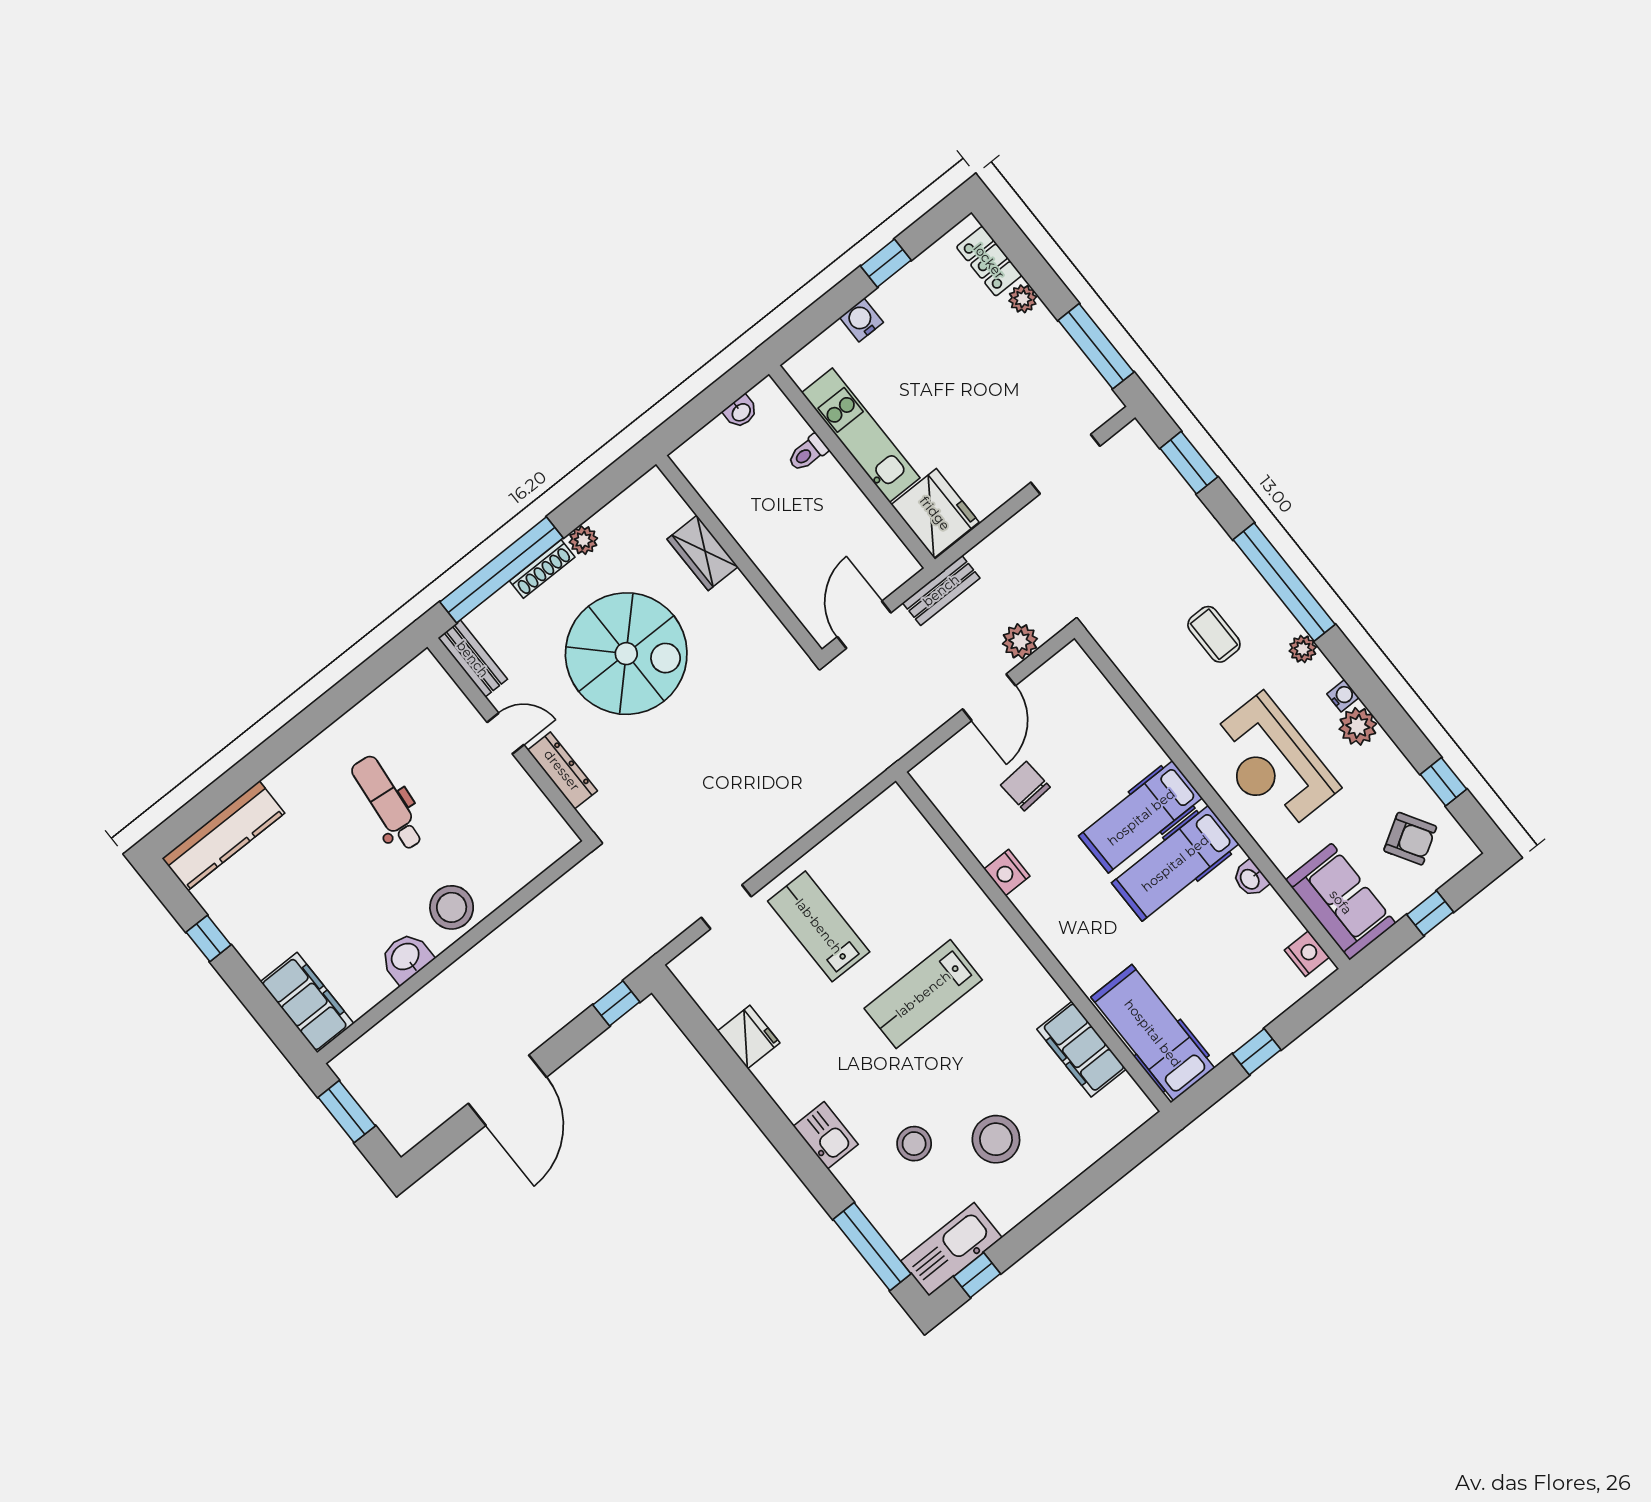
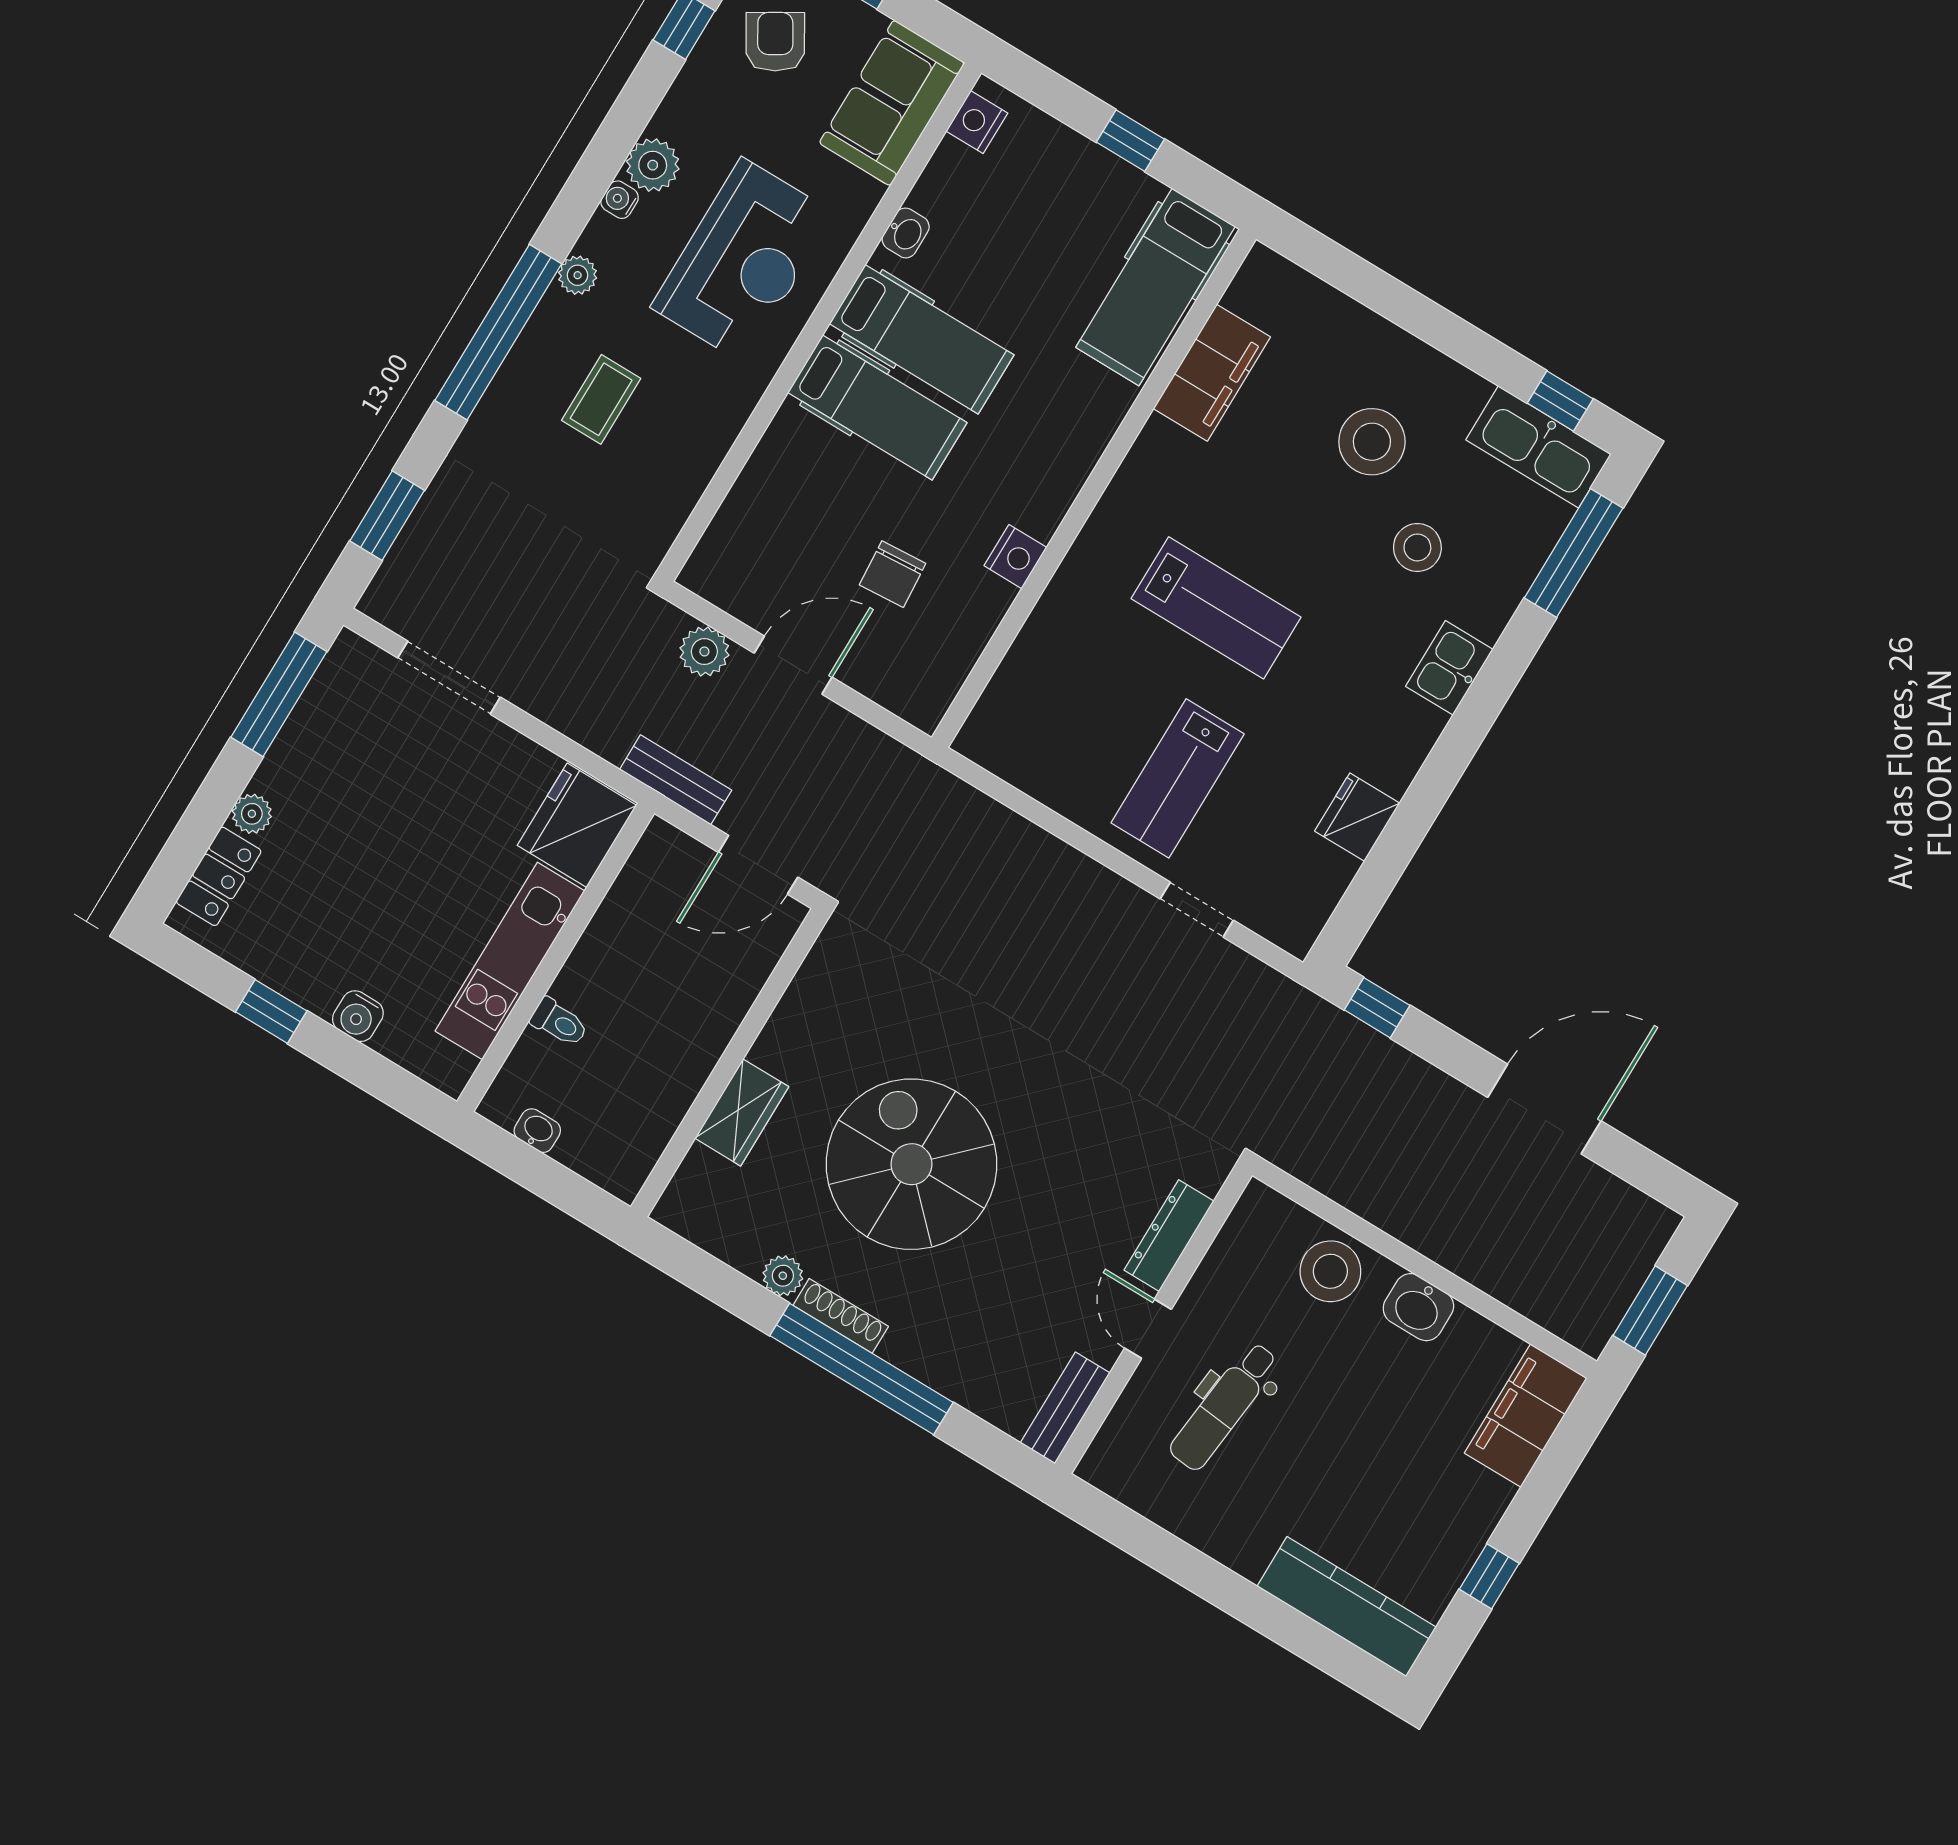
bench: (473, 659) -> (1065, 1408), moved
door: (505, 733) -> (1148, 1329), moved
wall: (510, 739) -> (1153, 1319), moved
dresser: (562, 770) -> (1169, 1236), moved

